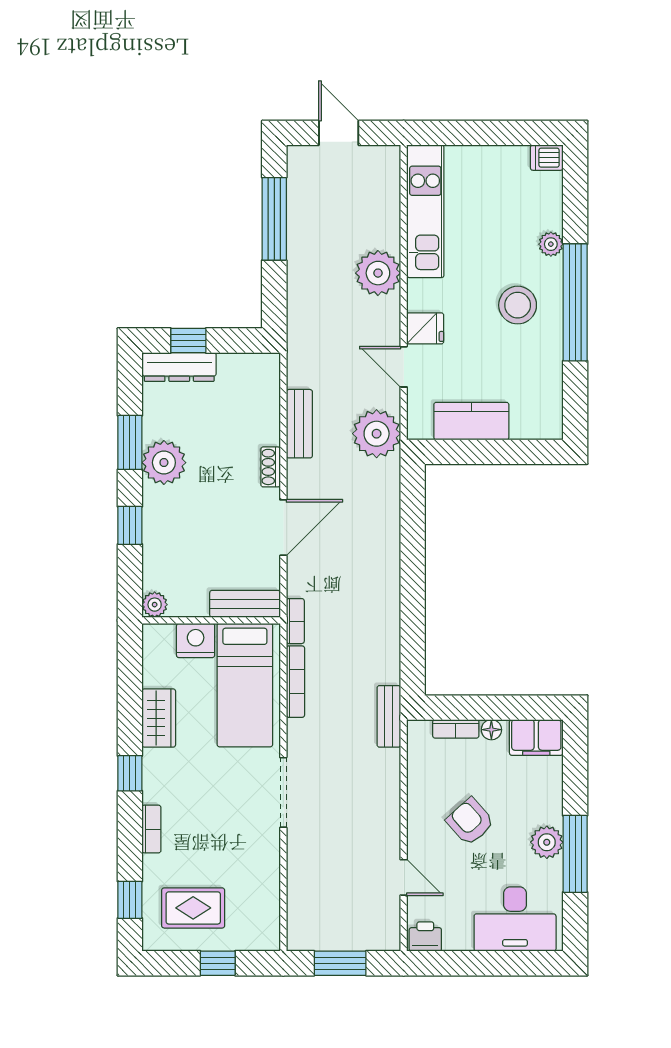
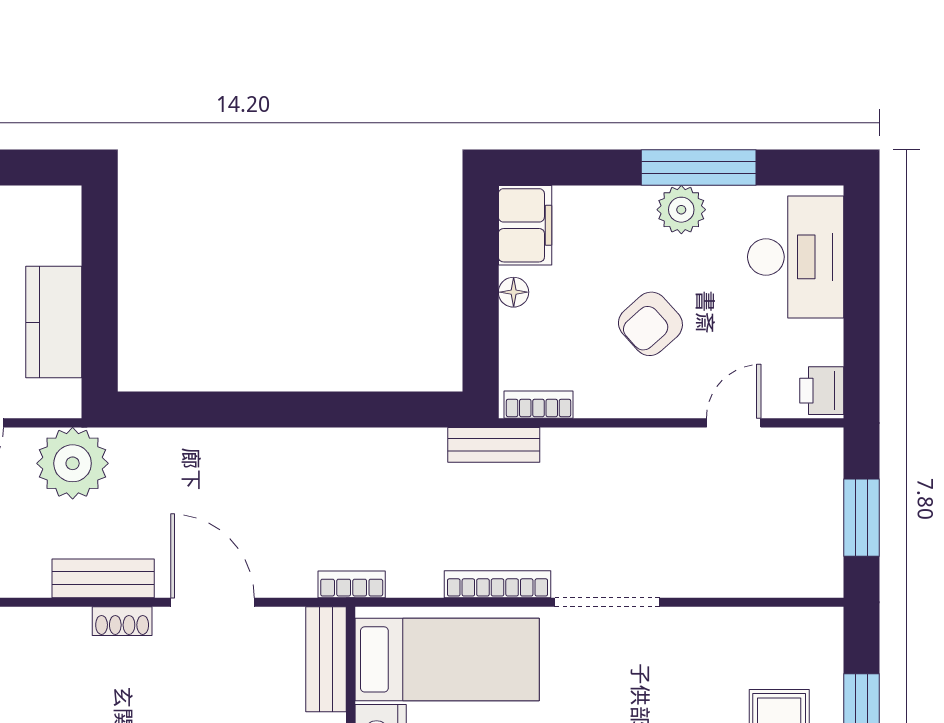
bench: (299, 424) -> (103, 578), moved
bookcase: (295, 682) -> (498, 584), moved
bookcase: (456, 729) -> (538, 405), moved, turned -90

